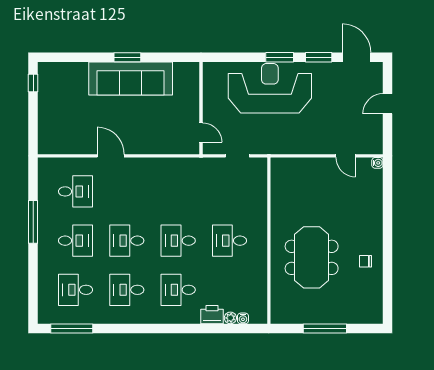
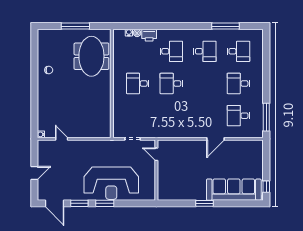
sofa: (131, 78) -> (234, 190), moved
door: (111, 156) -> (215, 139), hinge flipped
window: (33, 222) -> (266, 117), moved
desk: (127, 241) -> (205, 83), removed
desk: (178, 241) -> (171, 83), turned 180
desk: (229, 241) -> (138, 83), turned 180
meeting table: (312, 257) -> (91, 56), moved
window: (72, 328) -> (225, 26), moved

